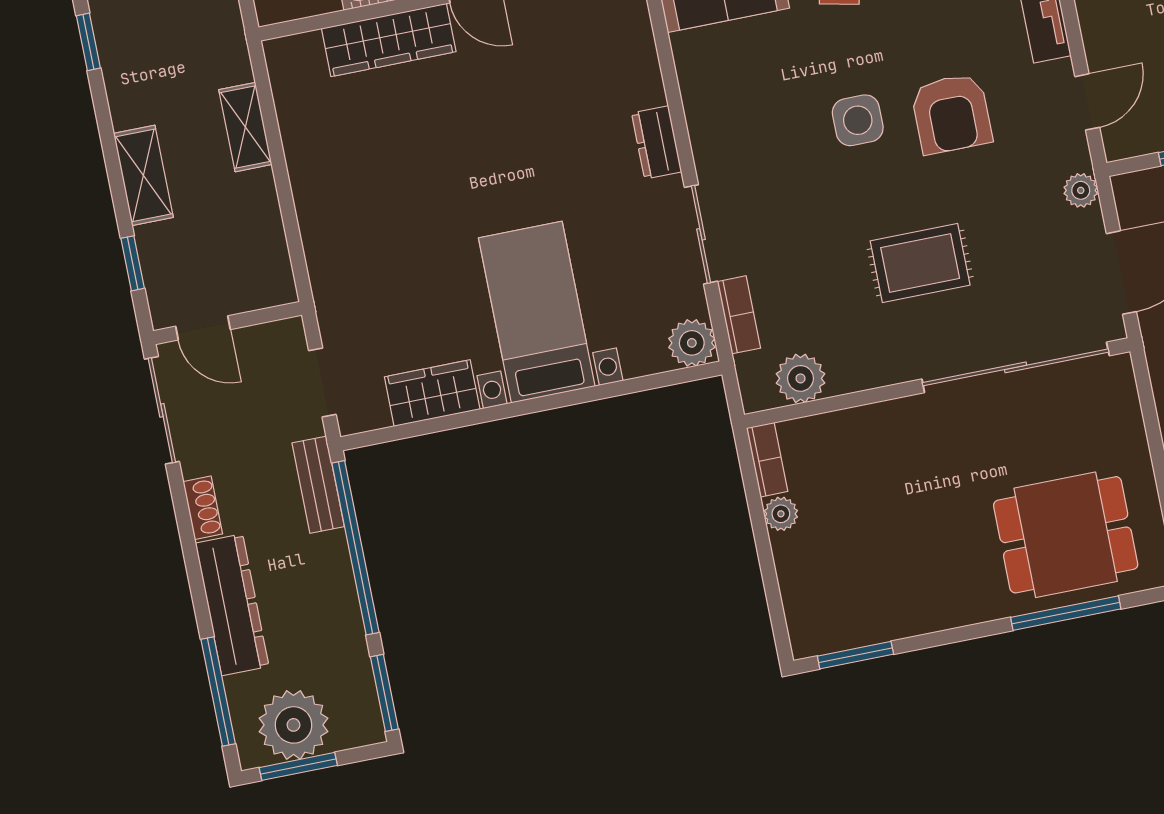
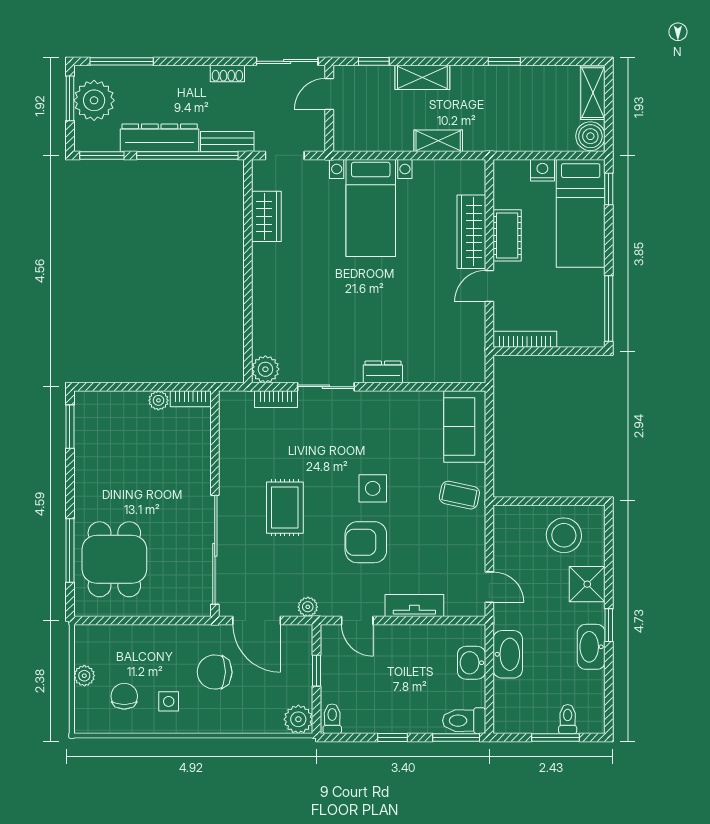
bed with nightstands: (537, 312) -> (371, 208), moved, turned 90
plant: (801, 378) -> (233, 427), removed
dresser: (232, 605) -> (160, 138), moved, turned 180

